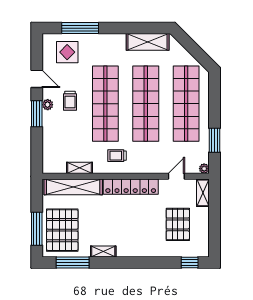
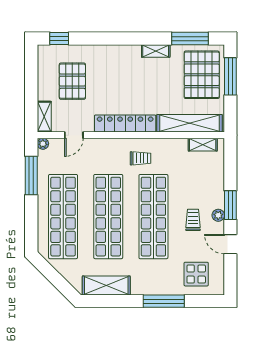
window: (80, 28) -> (164, 301), moved
window: (215, 140) -> (31, 176), width x1.44
shelving: (79, 168) -> (203, 145), moved

